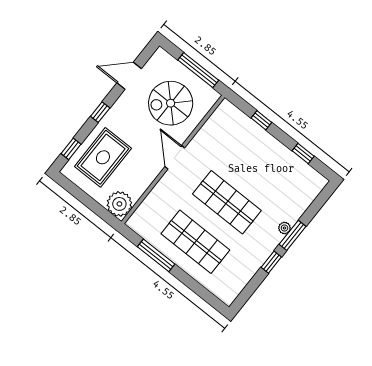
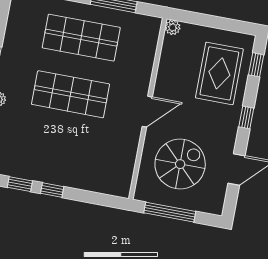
window: (261, 120) -> (52, 190), moved
door: (175, 157) -> (147, 112), hinge flipped
plant: (119, 204) -> (173, 27), width x0.53, depth x0.53

